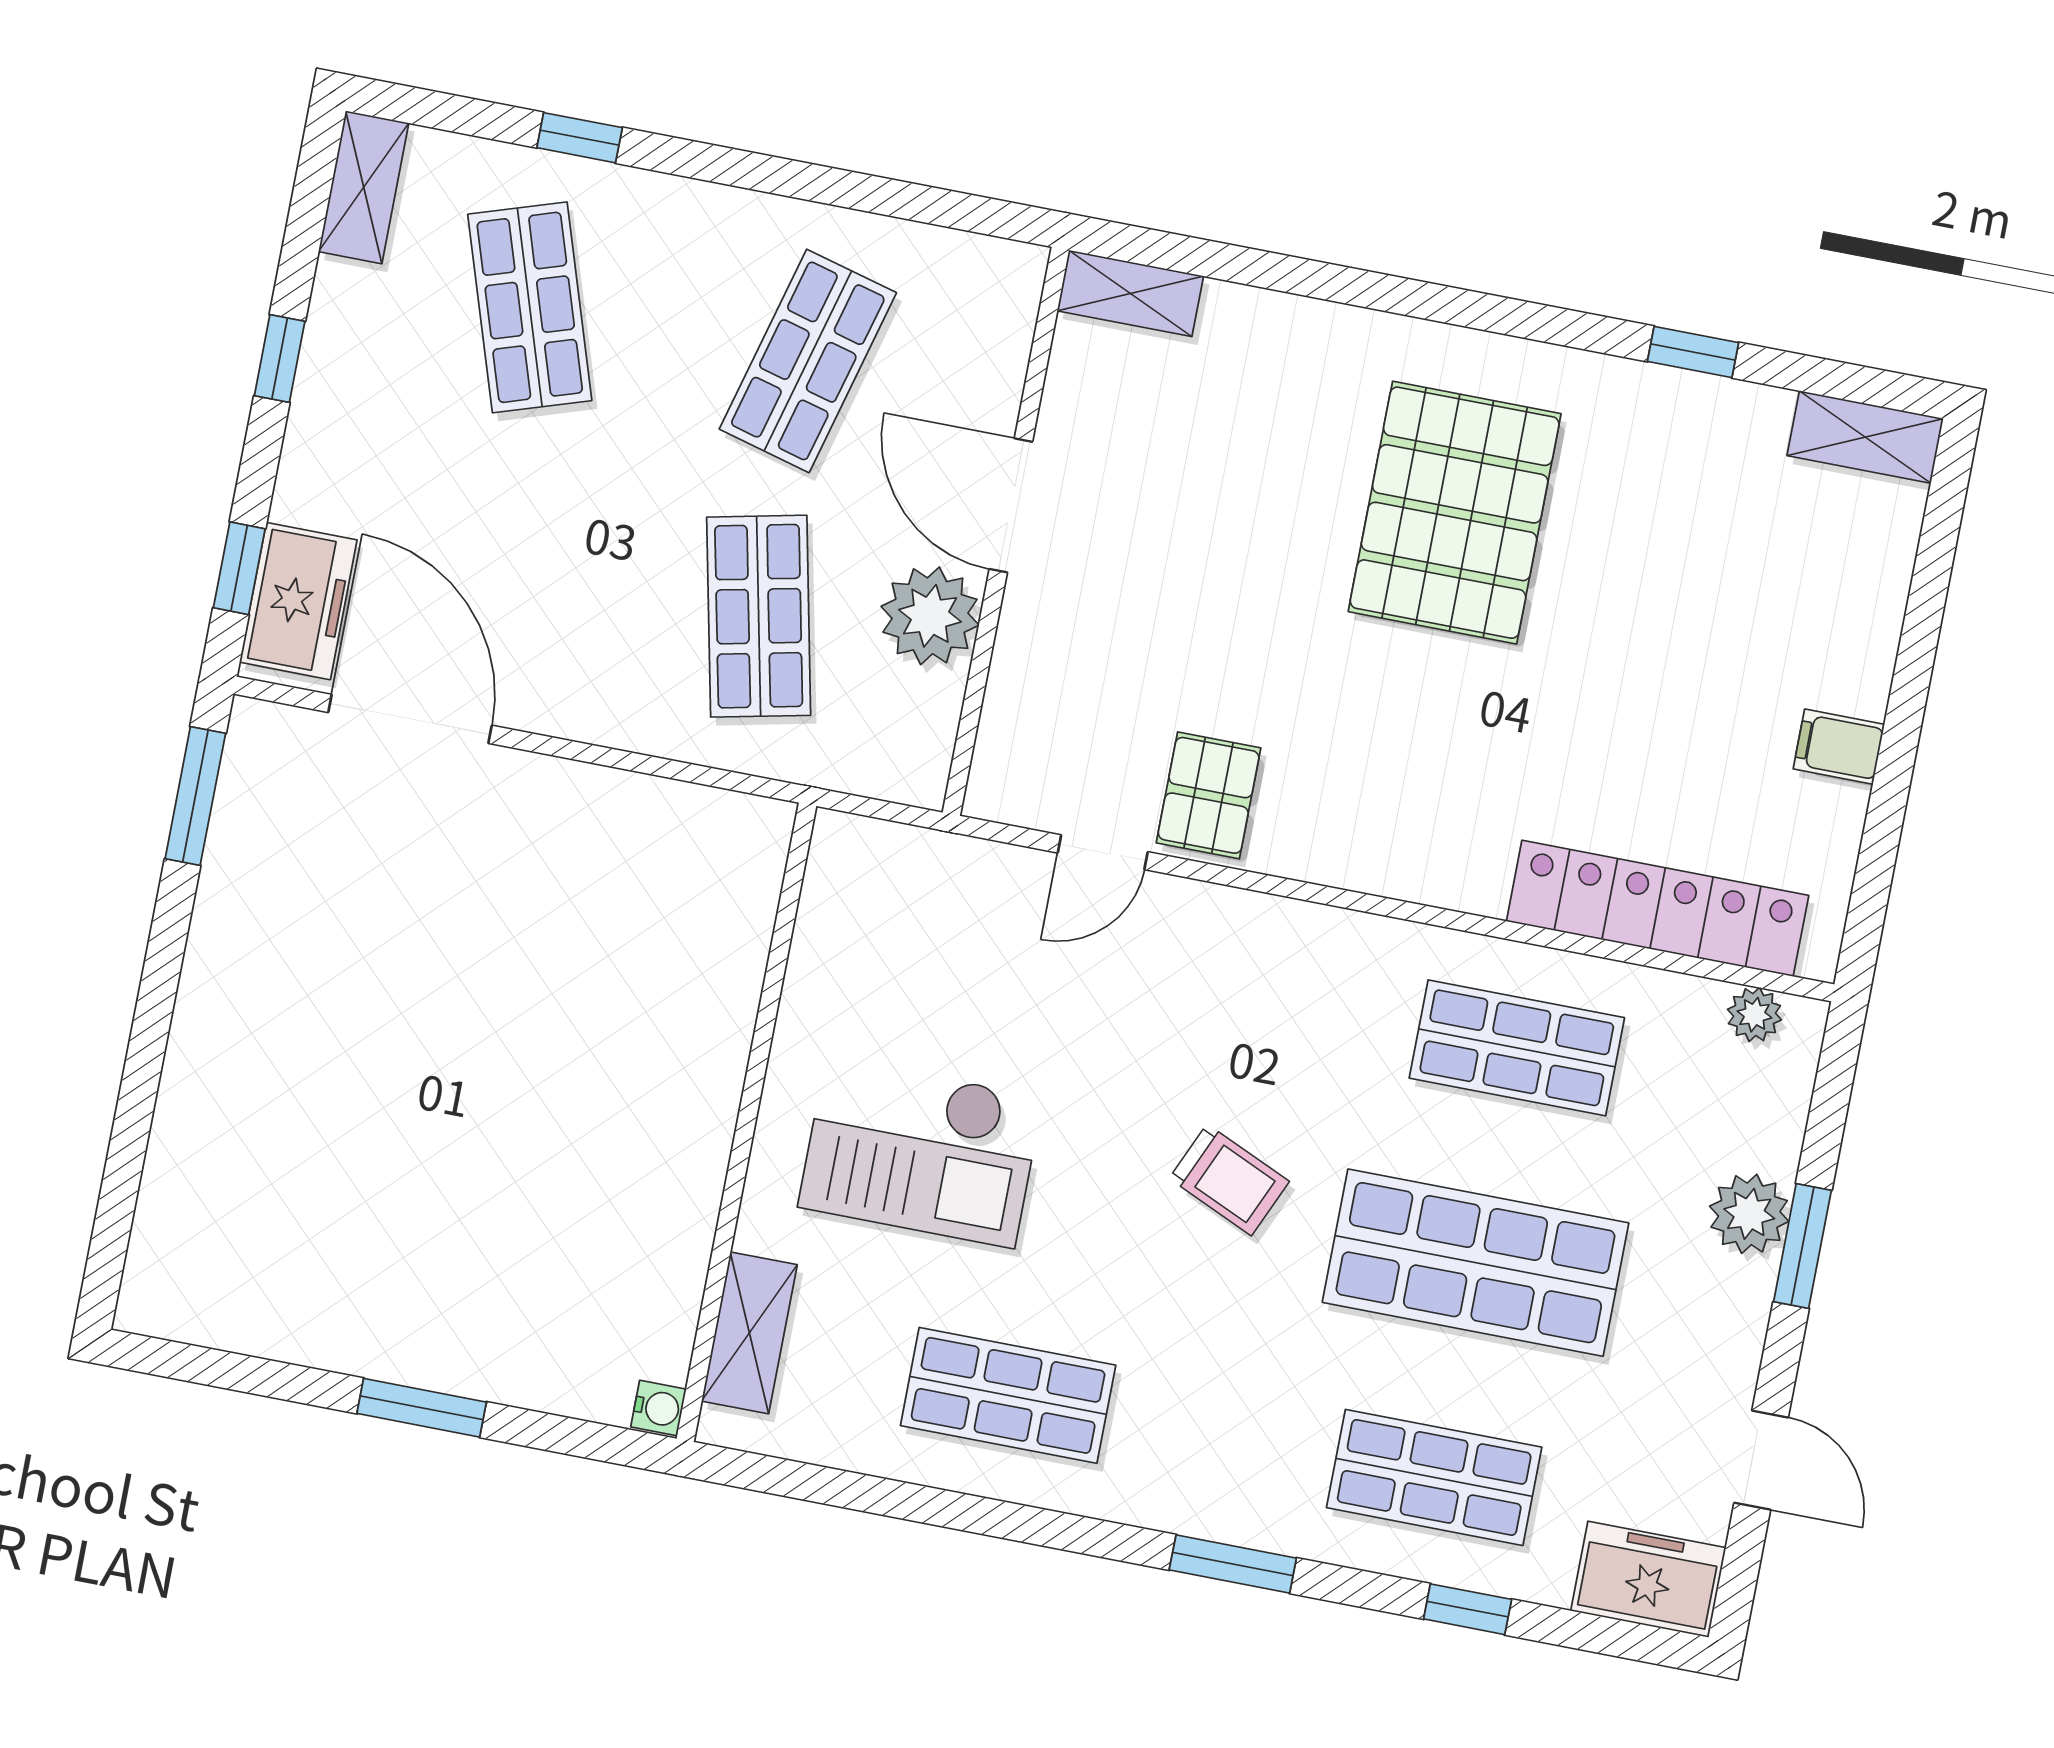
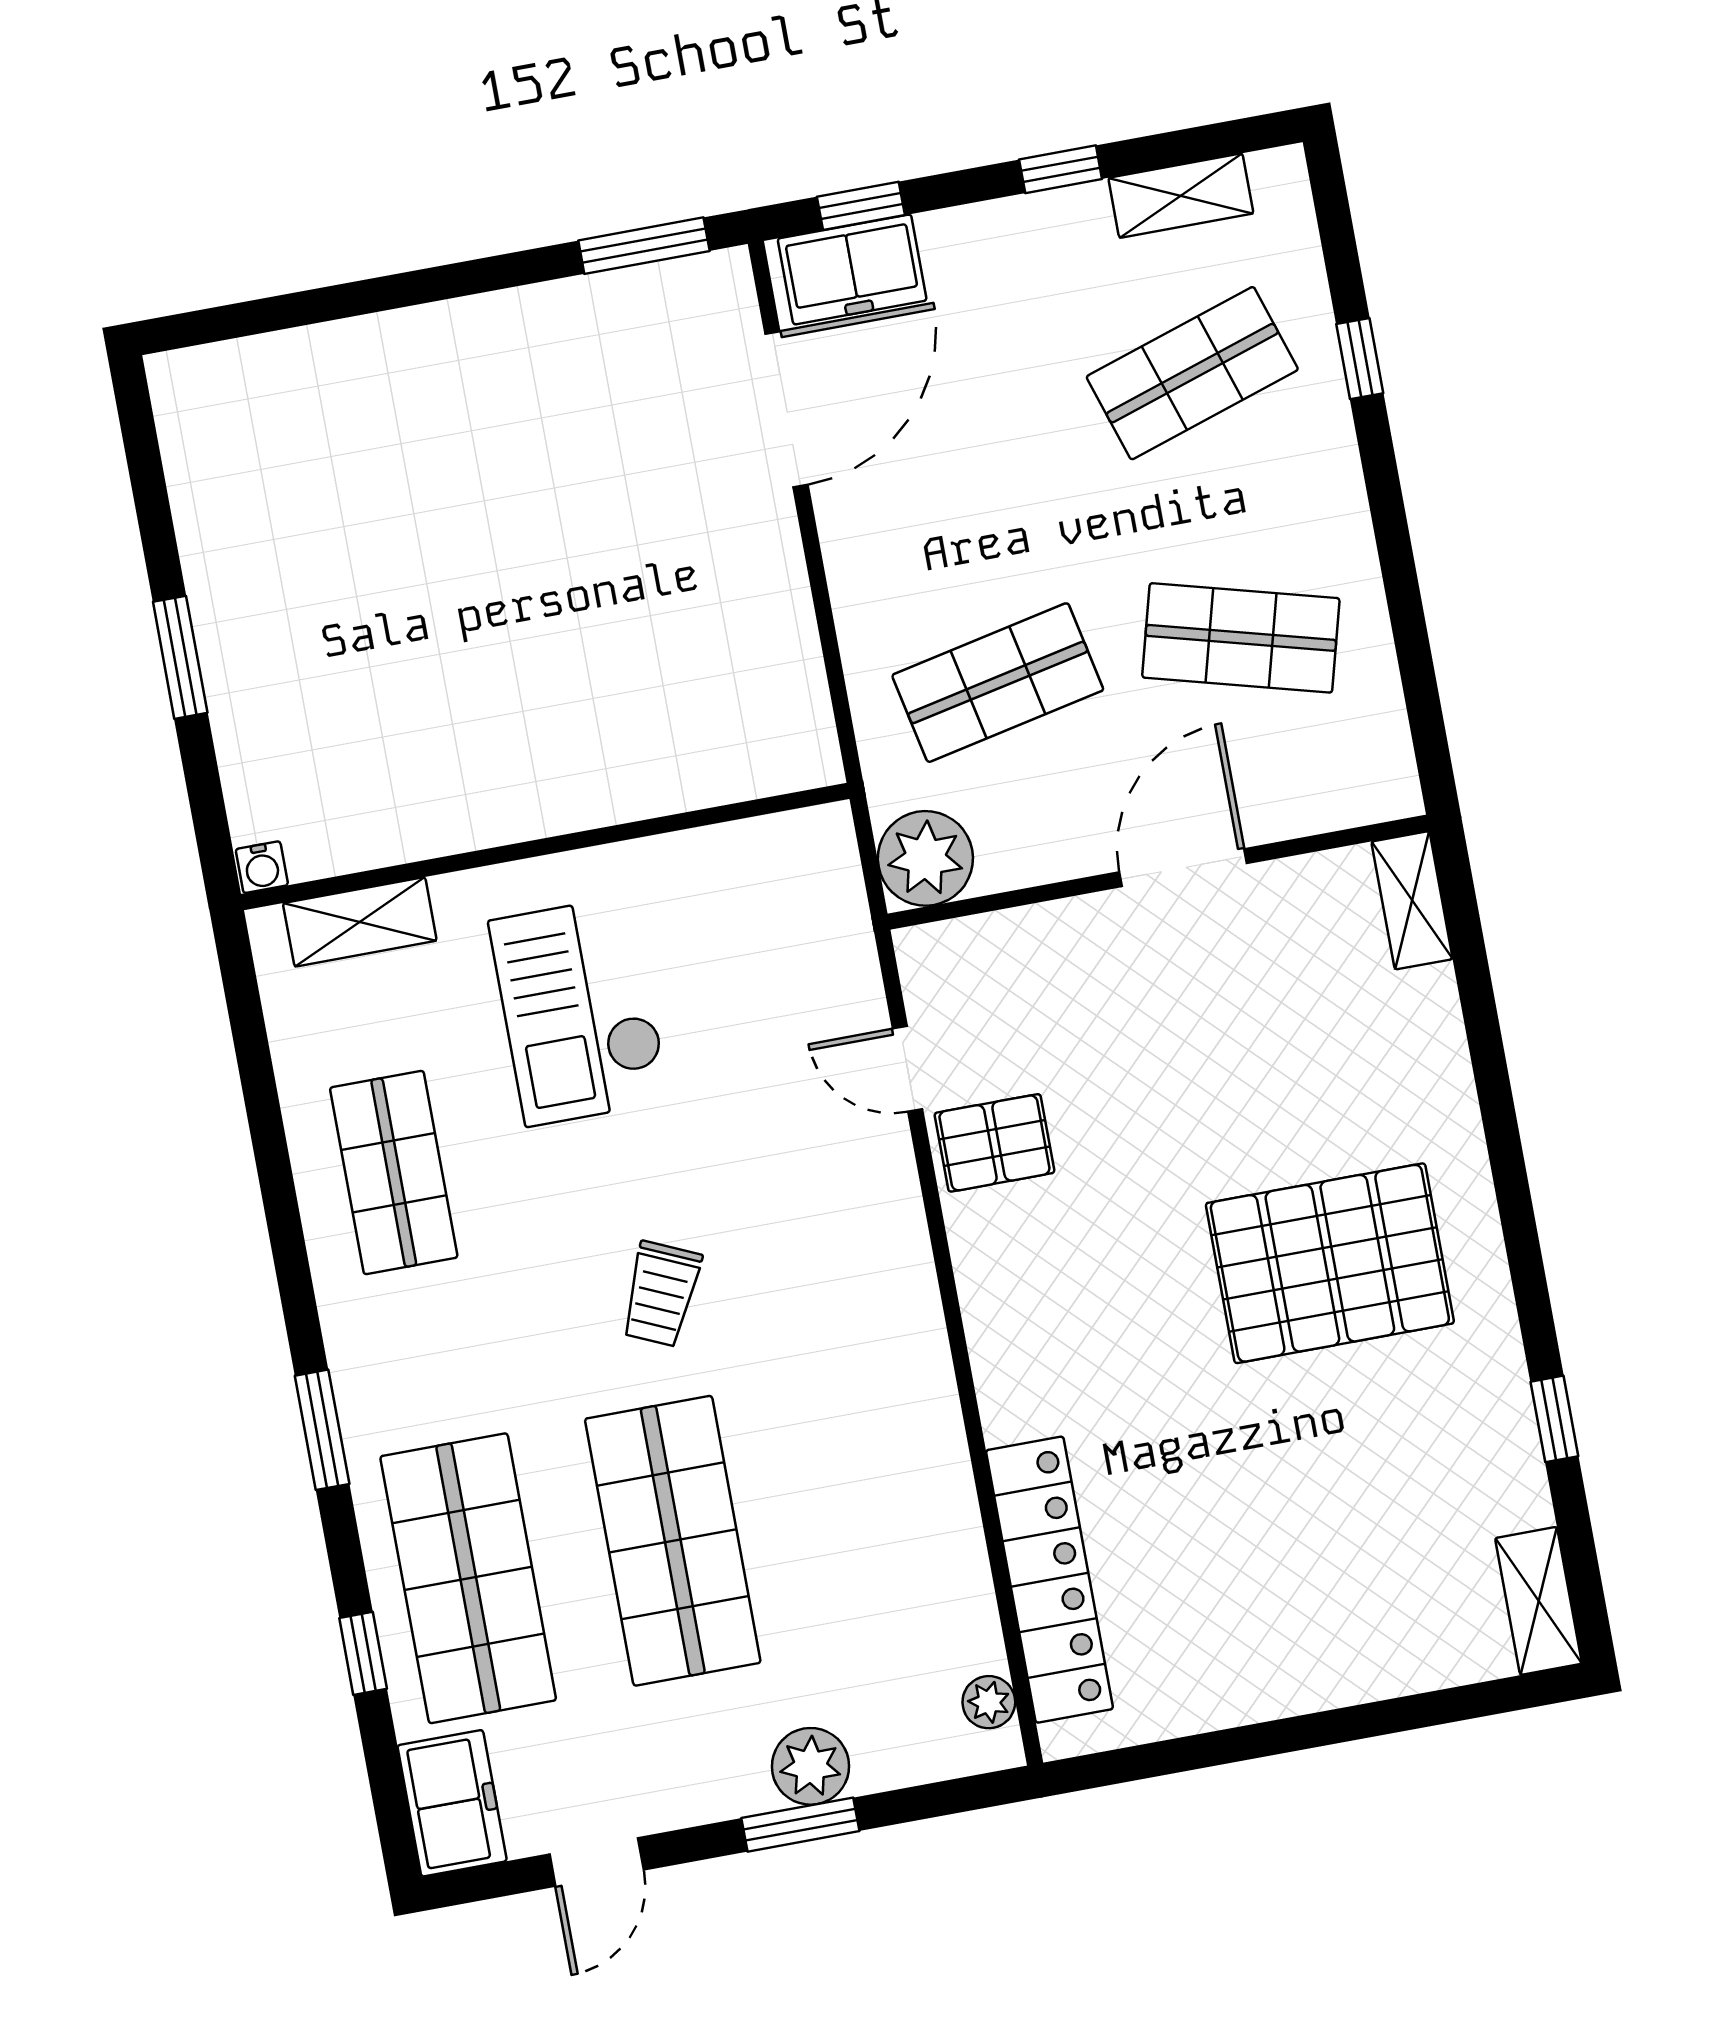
shelving: (364, 187) -> (1181, 196), moved
plant: (930, 616) -> (925, 858), moved
filing cabinet: (1839, 747) -> (1255, 1684), removed
shop shelf: (1517, 1048) -> (877, 1503), removed
shop shelf: (1434, 1477) -> (468, 1578), width x1.43, depth x1.36

